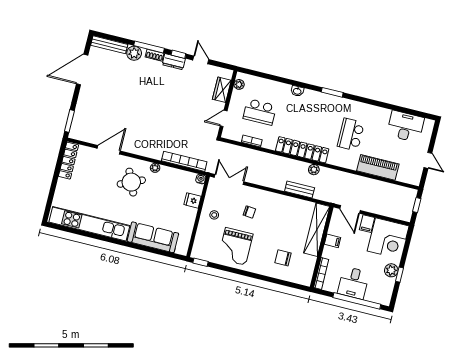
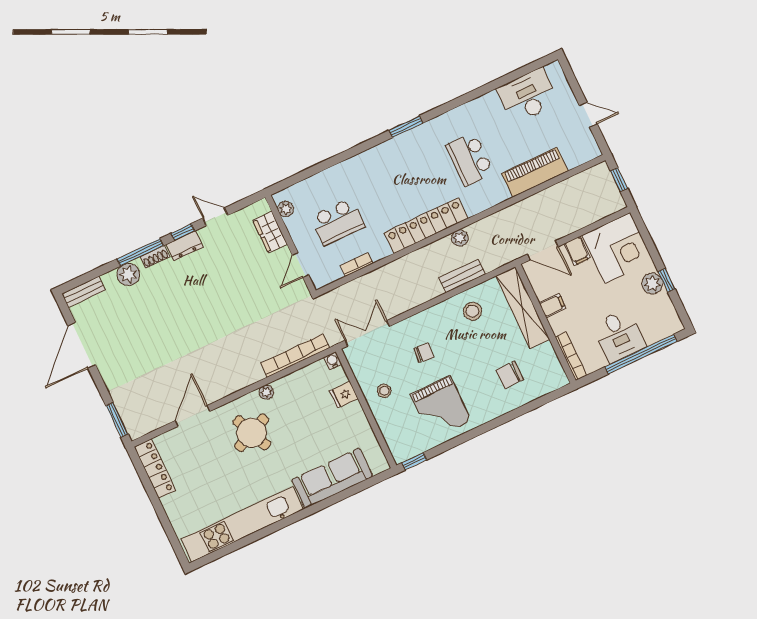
bench: (109, 45) -> (83, 292), width x0.73
washbasin: (297, 91) -> (362, 160), removed
stool: (290, 211) -> (472, 311), added

